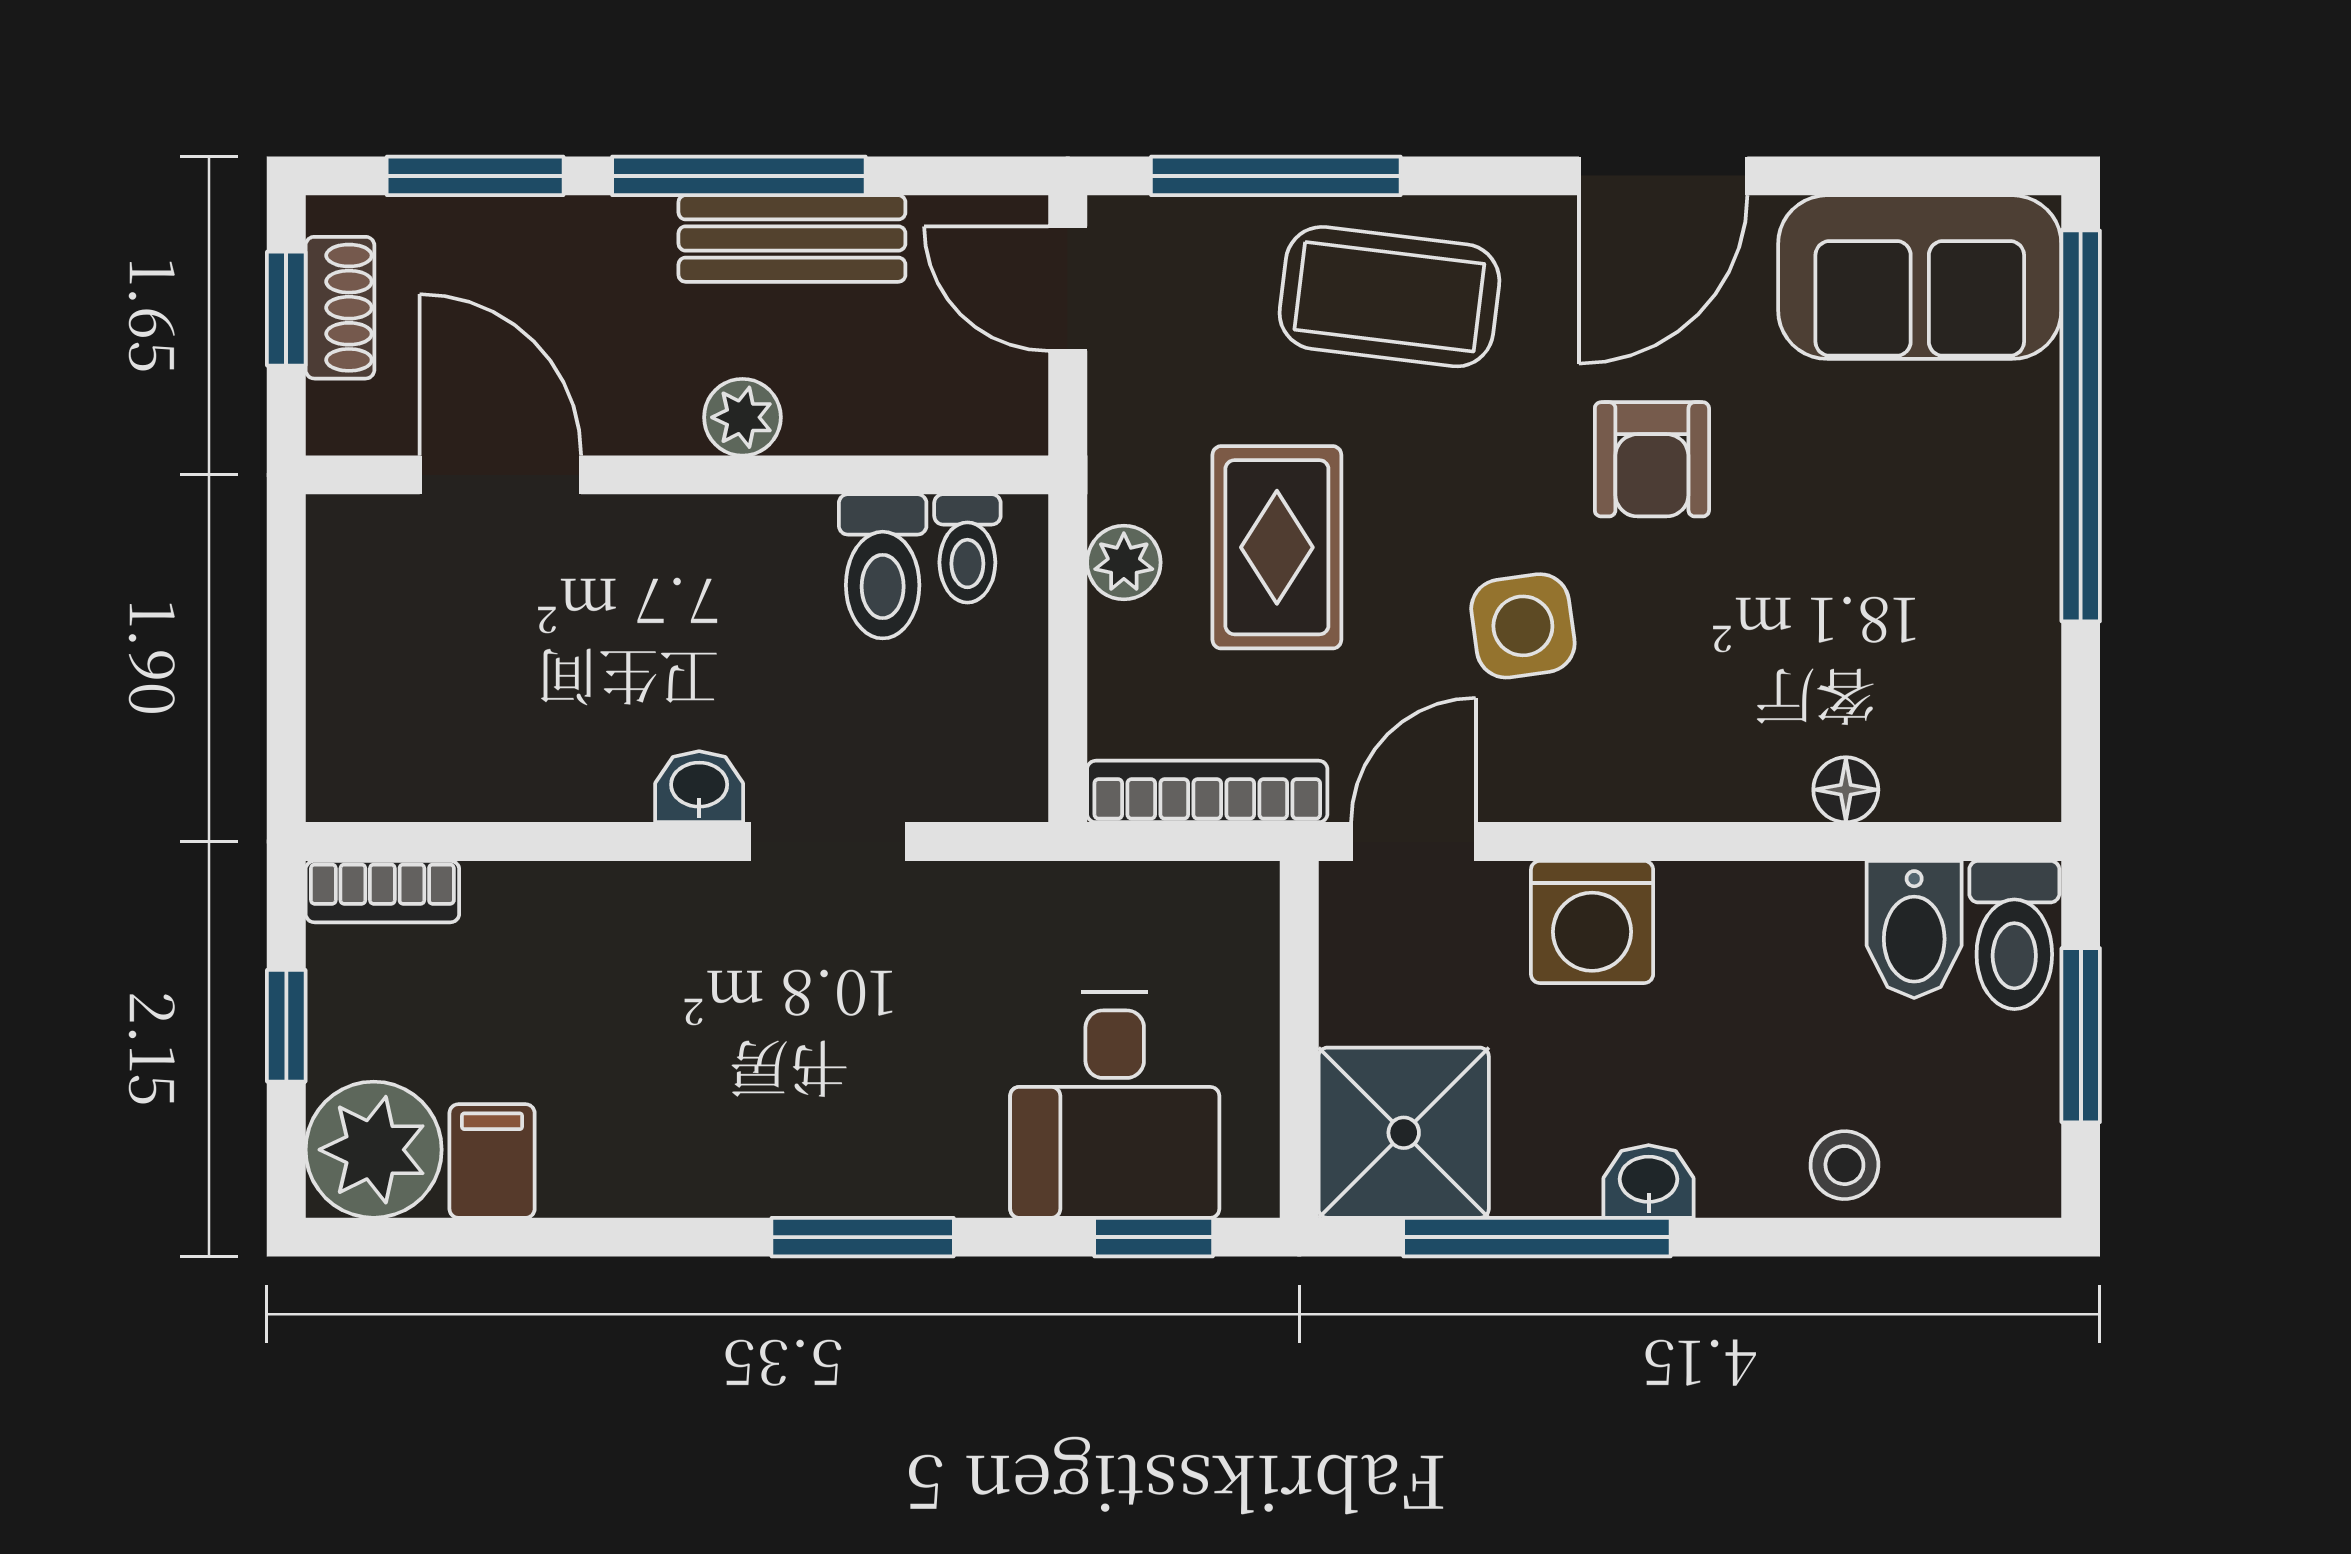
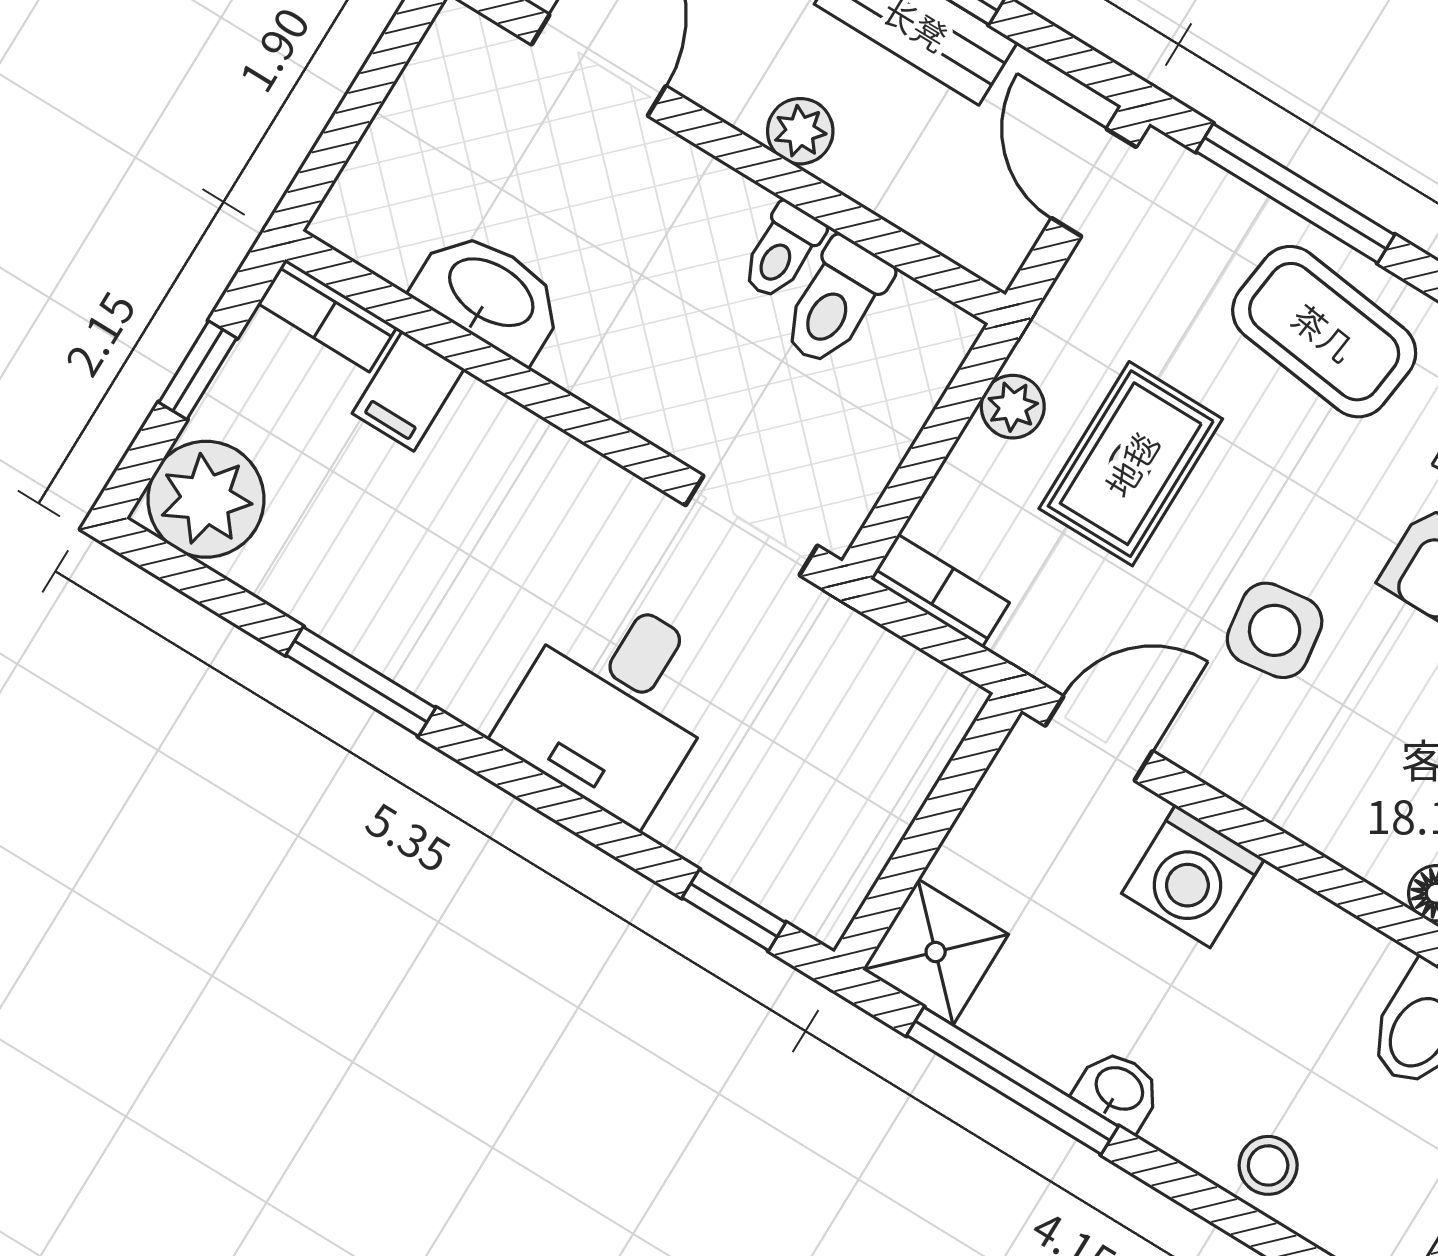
toilet: (967, 548) -> (782, 251), moved
washbasin: (699, 787) -> (490, 294), moved, width x1.91, depth x1.45
bookcase: (1207, 791) -> (940, 591), width x0.64
doorway: (828, 842) -> (752, 525), moved
desk: (1115, 1105) -> (614, 704), moved
shower: (1404, 1133) -> (936, 952), width x0.73, depth x0.73
filing cabinet: (492, 1161) -> (408, 391), moved, turned 180
window: (863, 1237) -> (361, 681), moved

